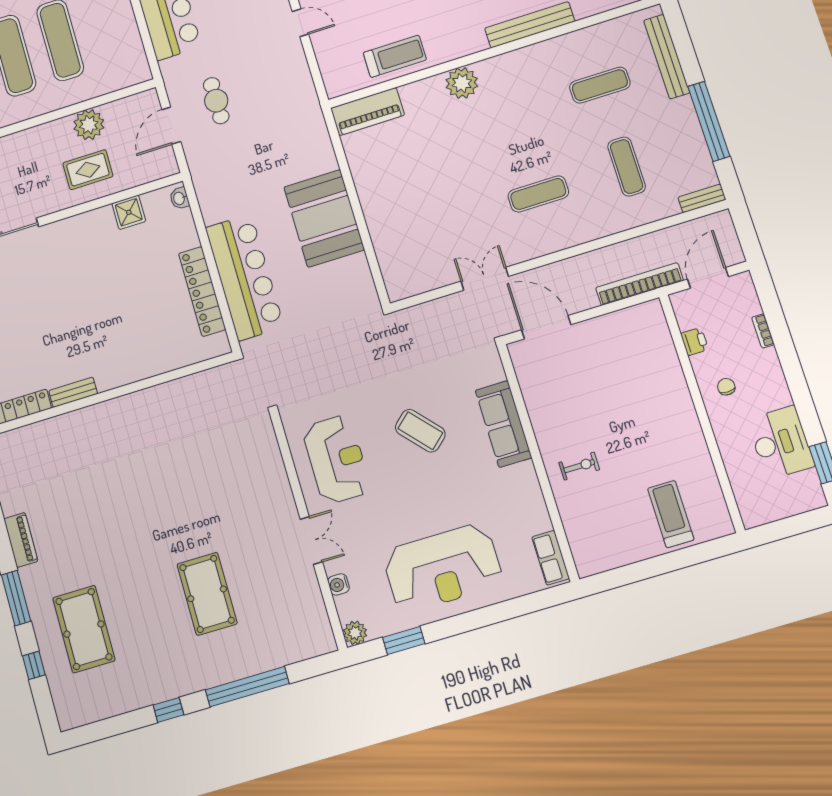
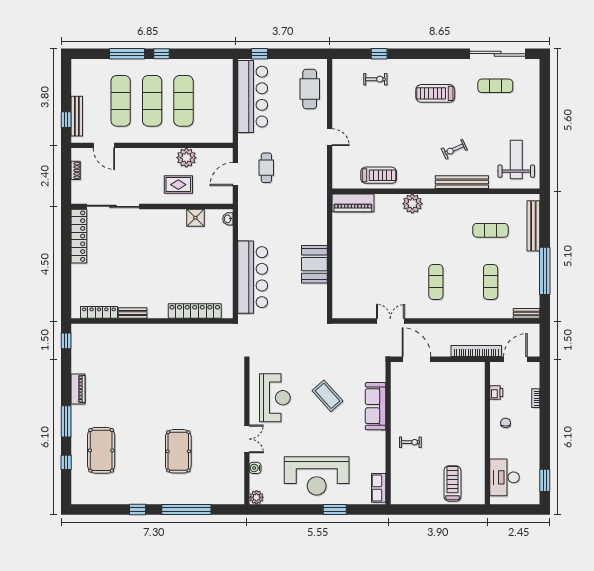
exercise mat: (538, 194) -> (436, 282), turned 90
booth: (324, 218) -> (314, 264), width x0.73, depth x0.70
locker: (202, 291) -> (195, 311), moved, turned 90
desk: (781, 443) -> (505, 477), moved, turned 180
window: (404, 641) -> (335, 509), moved

